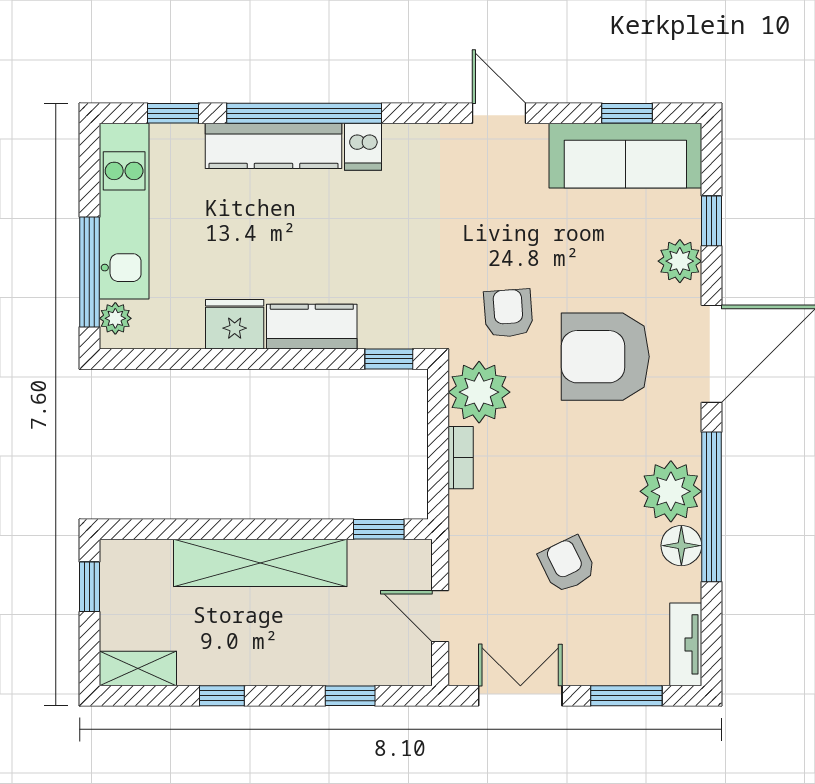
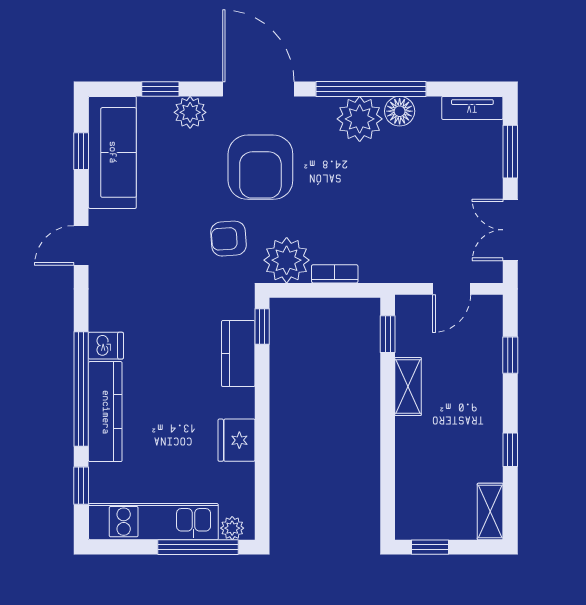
kitchen counter: (312, 327) -> (238, 354), moved
shelving: (260, 563) -> (408, 387), width x0.45, depth x0.75
armchair: (567, 564) -> (414, 195), removed

